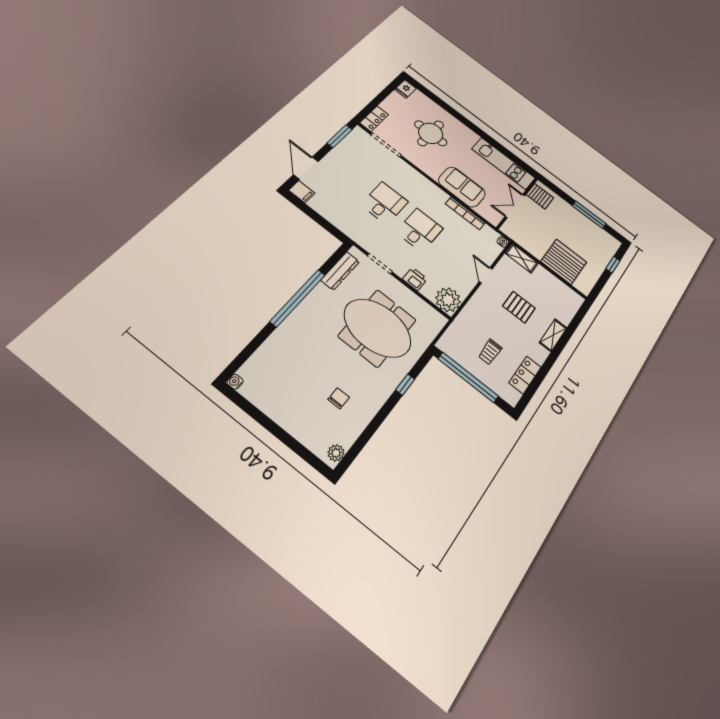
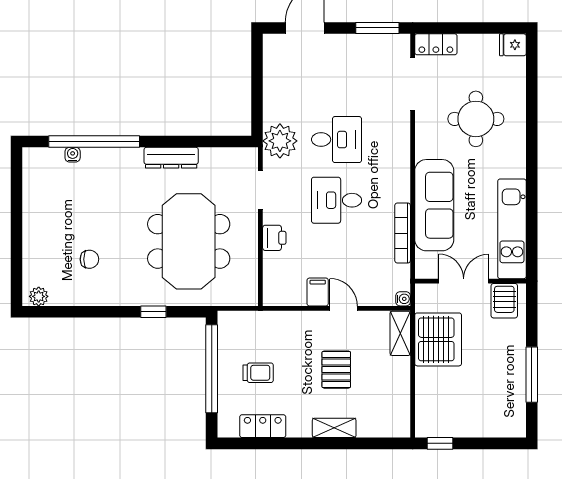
sofa: (462, 187) -> (434, 205), width x1.36
filing cabinet: (302, 192) -> (318, 292), moved, turned 180
desk: (420, 230) -> (337, 200), turned 180
server rack: (564, 262) -> (438, 339), moved
window: (613, 265) -> (440, 443), moved
dresser: (340, 271) -> (171, 158), moved
door: (486, 275) -> (344, 308), hinge flipped
window: (298, 298) -> (94, 141), moved
plant: (448, 300) -> (280, 141), moved
trolley: (490, 352) -> (258, 373), turned 180
water cooler: (235, 382) -> (73, 155), moved

